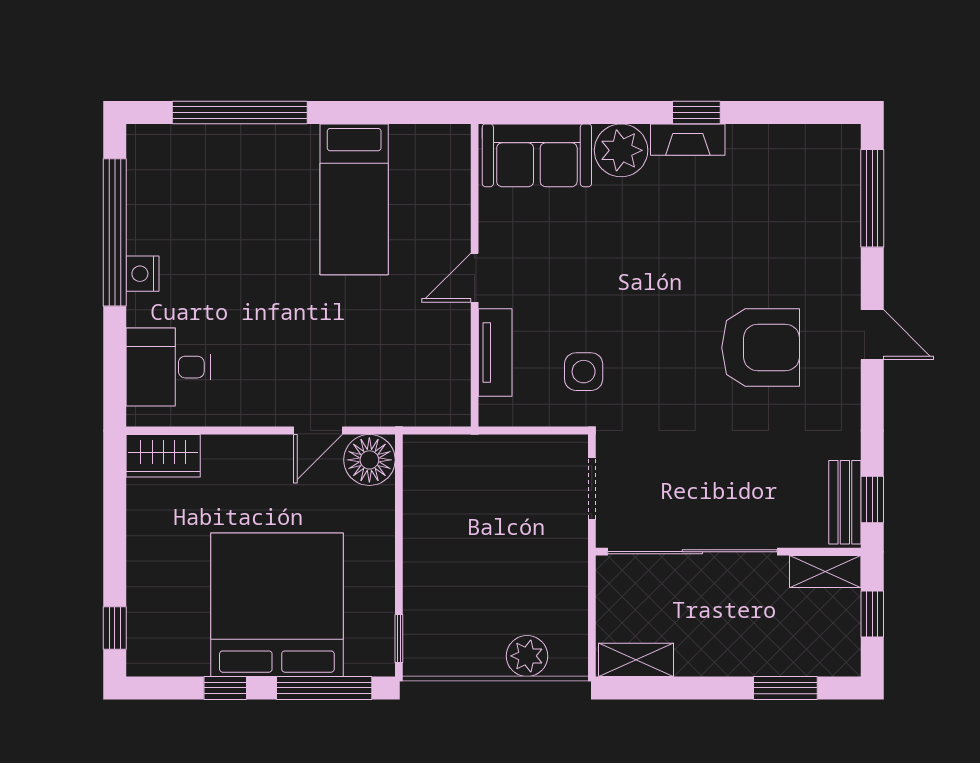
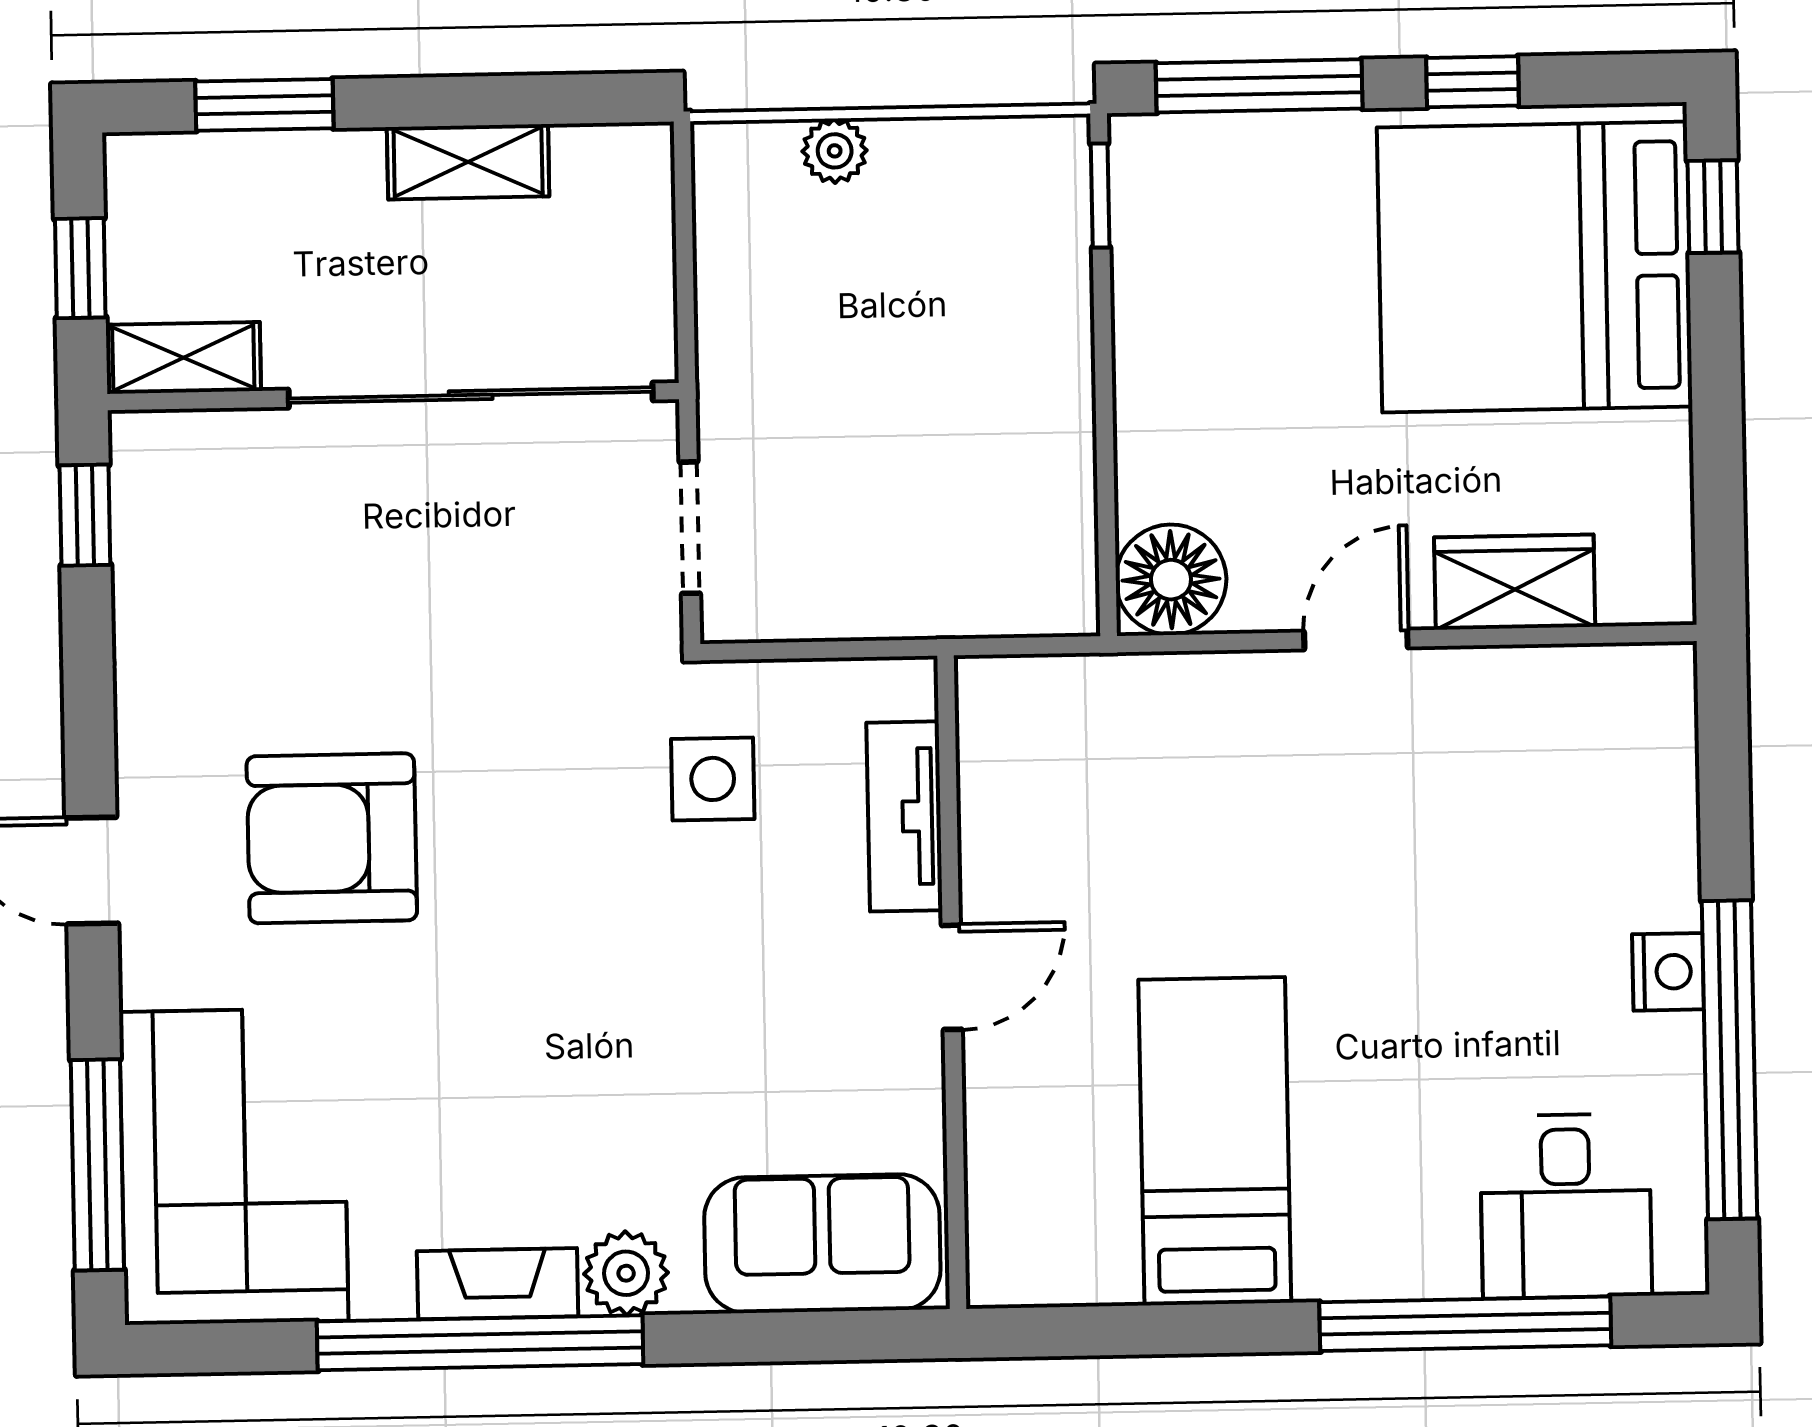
window: (696, 112) -> (480, 1343), width x3.17
plant: (621, 150) -> (626, 1273), width x0.73, depth x0.73
corner sofa: (809, 196) -> (234, 1166), added
desk: (168, 367) -> (1566, 1206), moved, turned 90
door: (318, 430) -> (1356, 640), moved
wardrobe: (163, 456) -> (1515, 582), moved
bench: (845, 502) -> (144, 508), removed
bed: (277, 605) -> (1535, 267), moved, turned 90
plant: (527, 656) -> (835, 151), width x0.73, depth x0.73
shelving: (636, 660) -> (468, 162), moved

